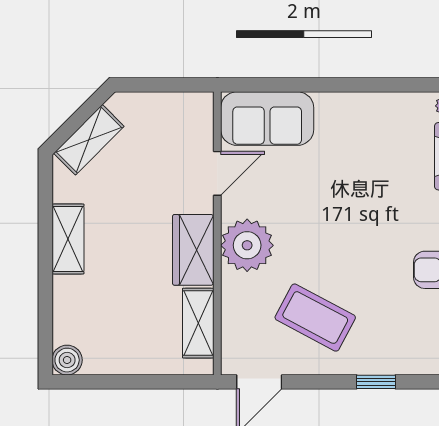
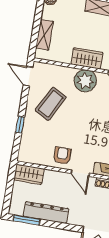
shelving: (198, 323) -> (45, 35), moved, turned 90

